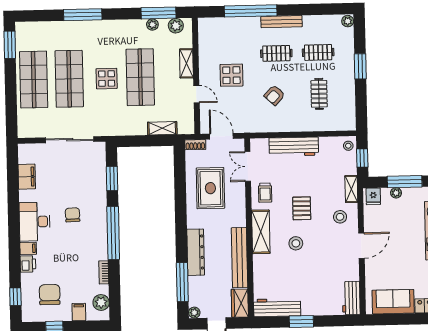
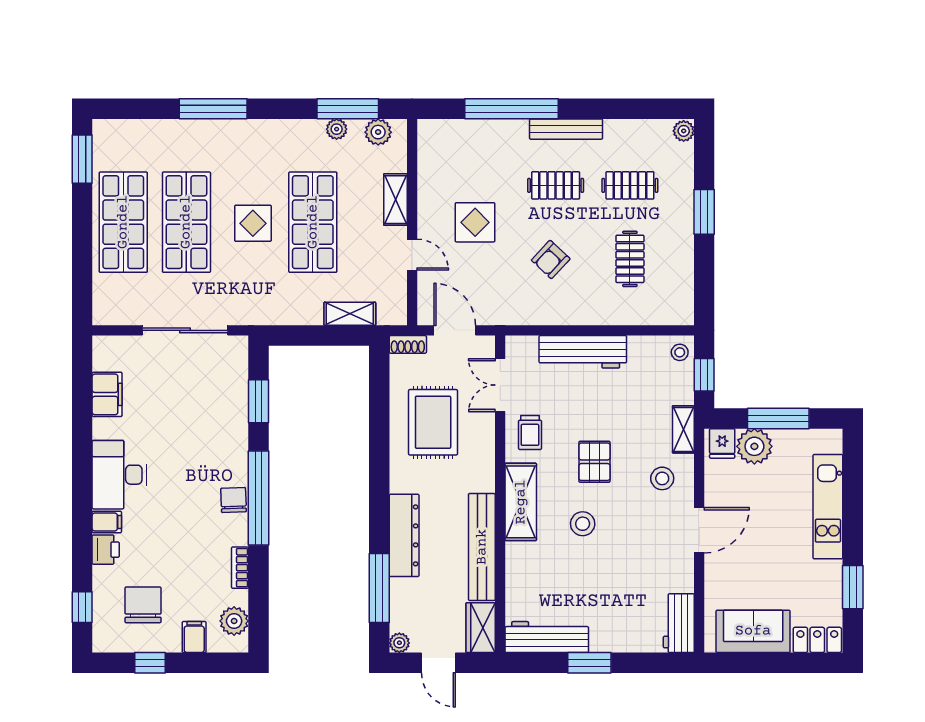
plant: (396, 193) -> (754, 446), width x1.88, depth x1.88
chair: (73, 215) -> (234, 500), moved

